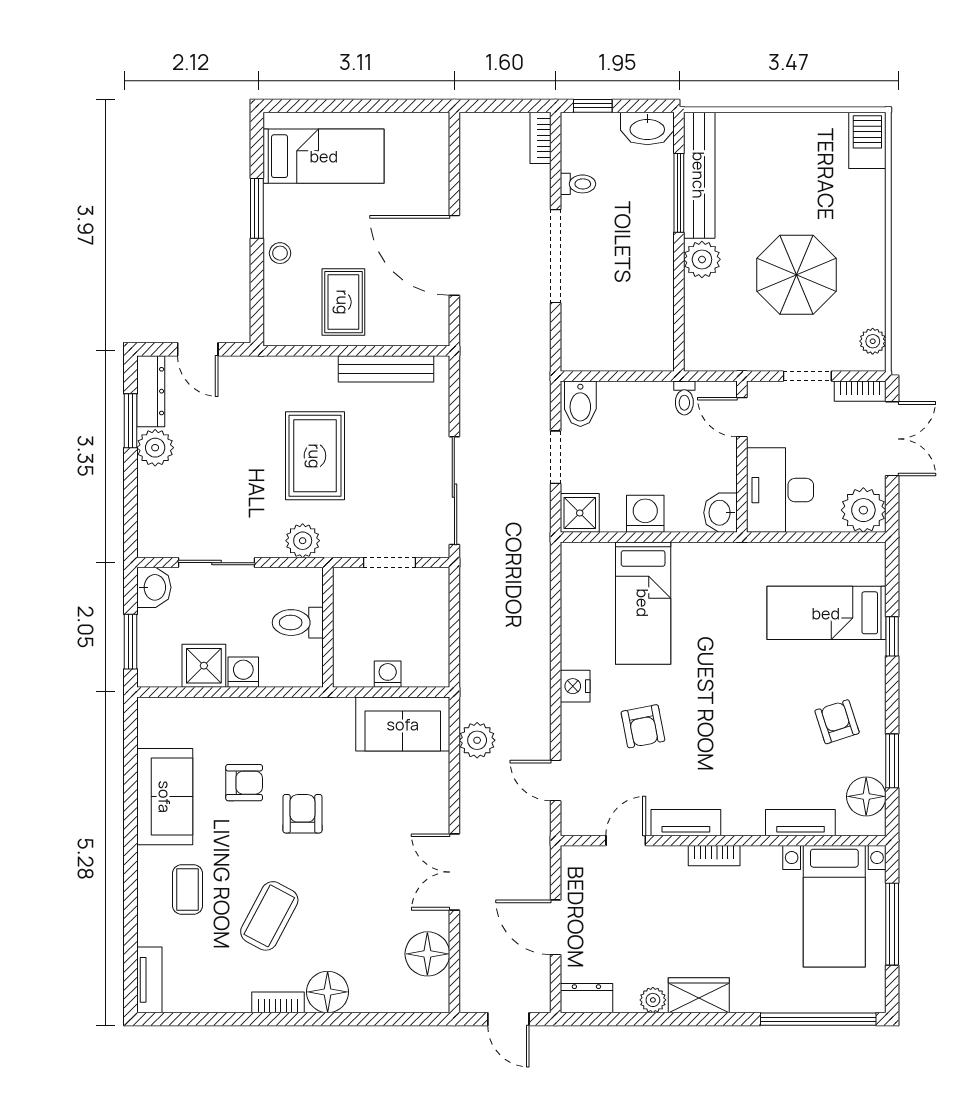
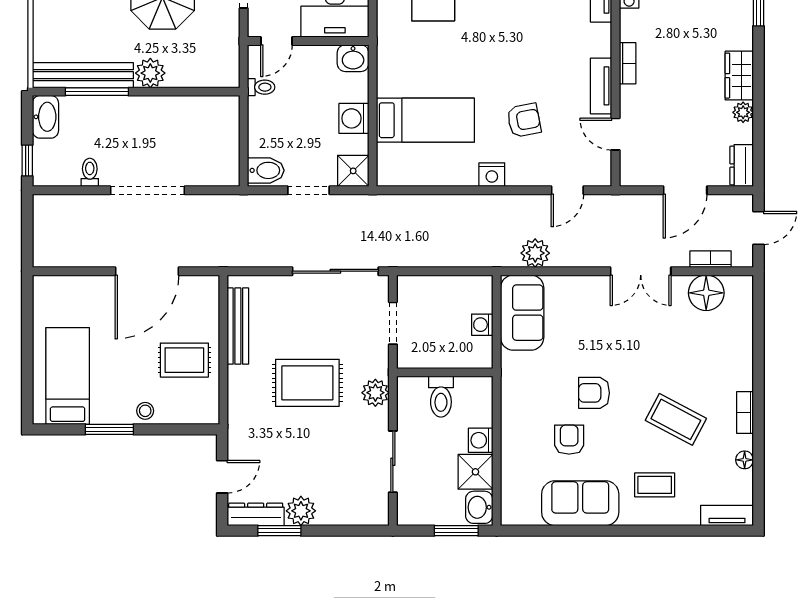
bookcase: (540, 138) -> (711, 259), moved, turned 180
washbasin: (154, 587) -> (479, 507), moved, turned -90
floor lamp: (328, 992) -> (745, 460), moved, width x0.53, depth x0.53

